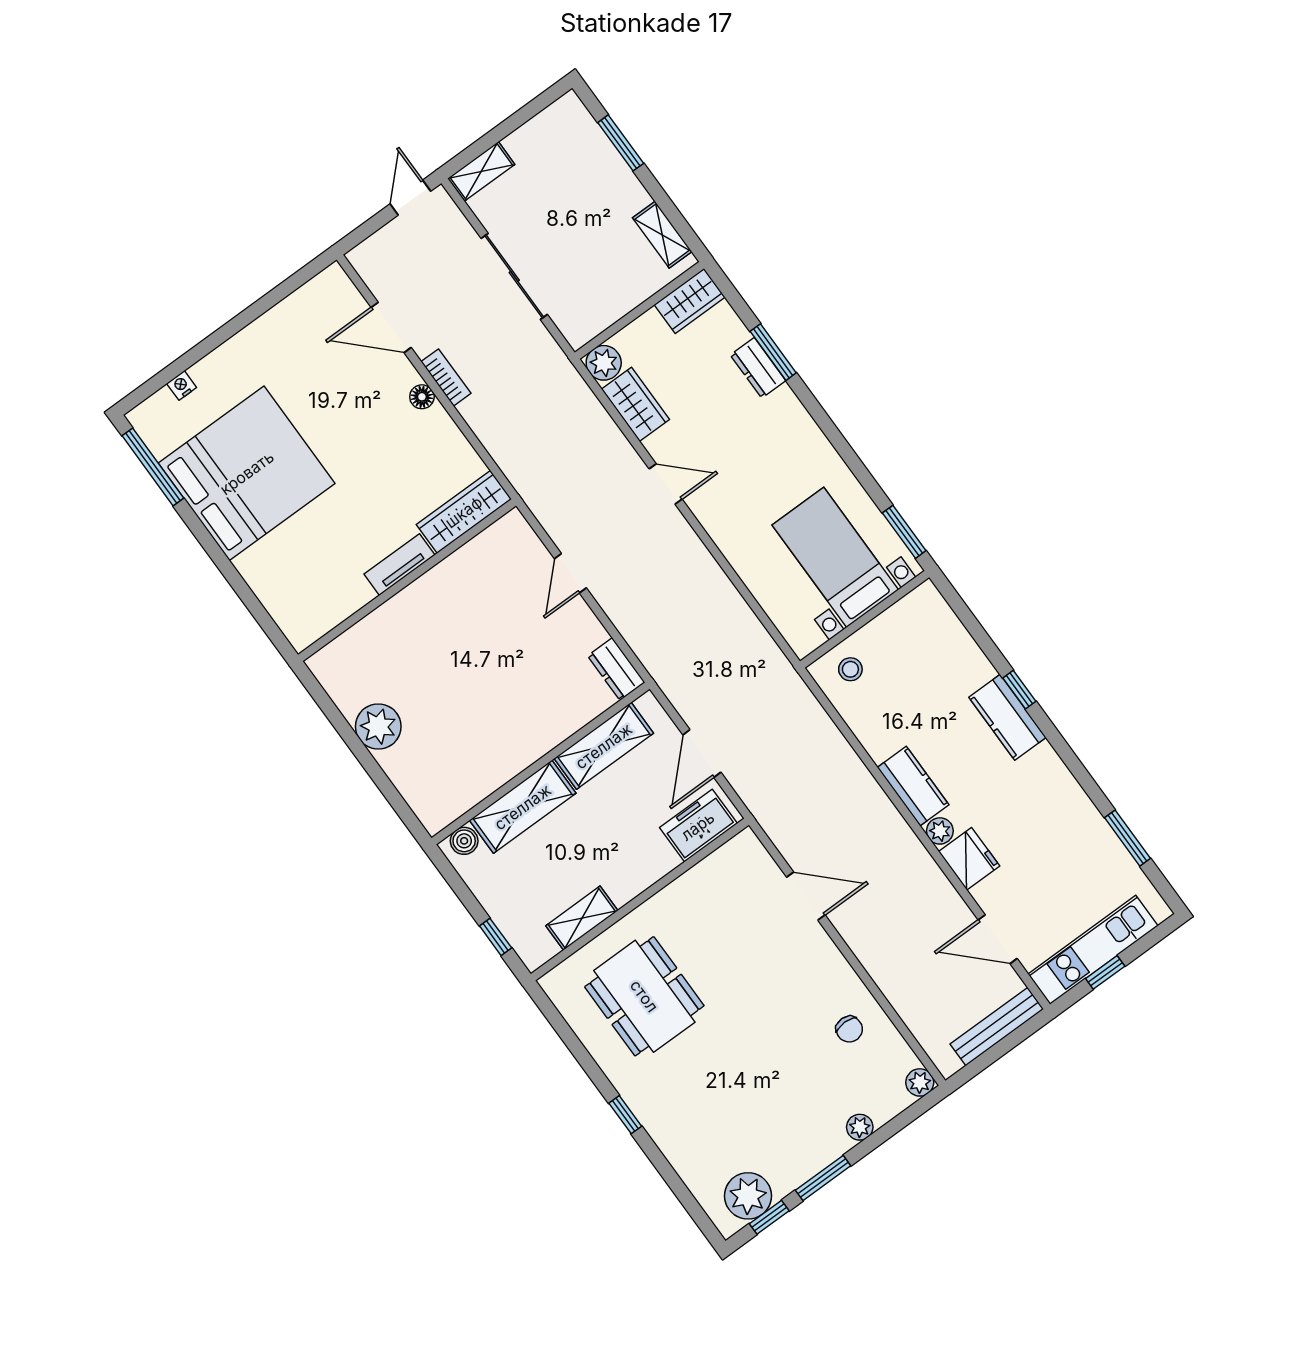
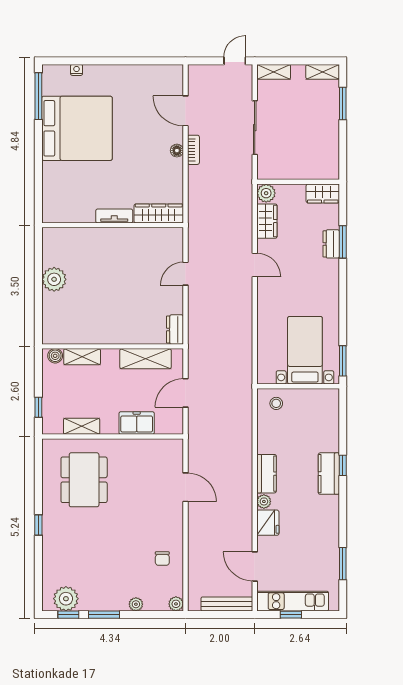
shelving: (662, 235) -> (323, 72), moved, turned 90
shelving: (523, 807) -> (82, 357), width x0.67, depth x0.75
freezer: (698, 826) -> (137, 423), moved

